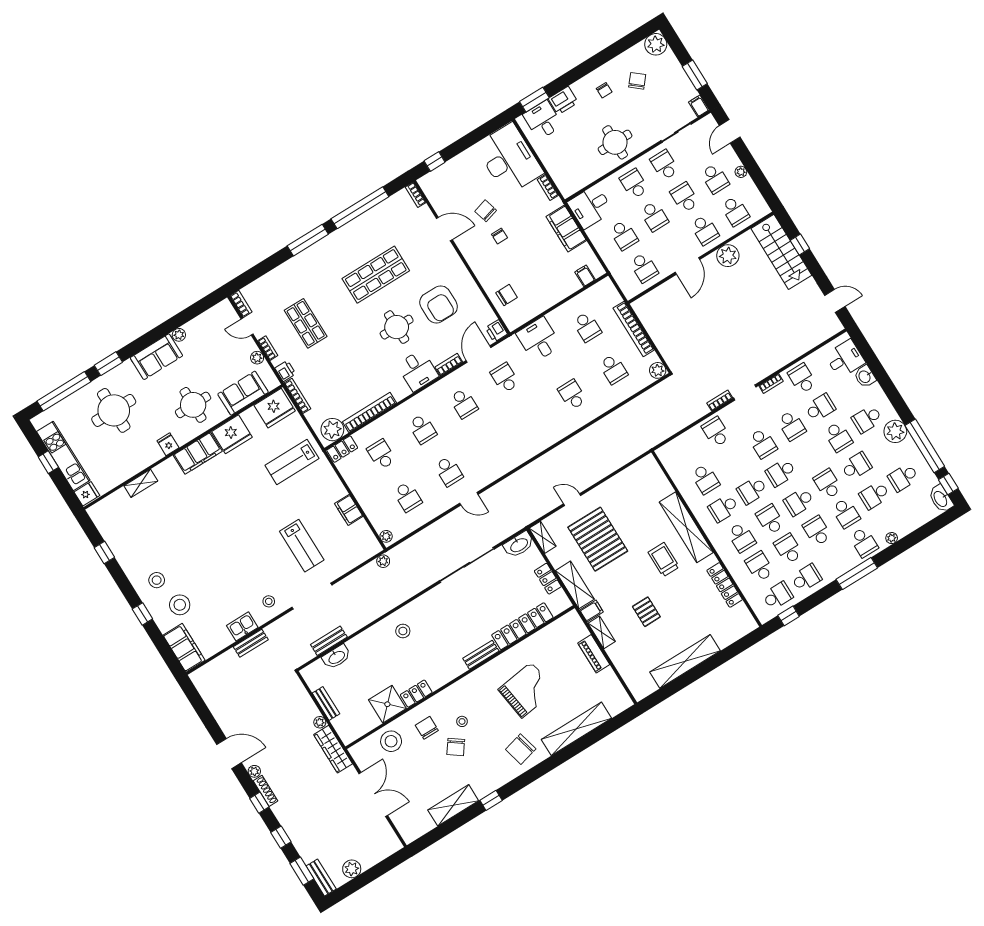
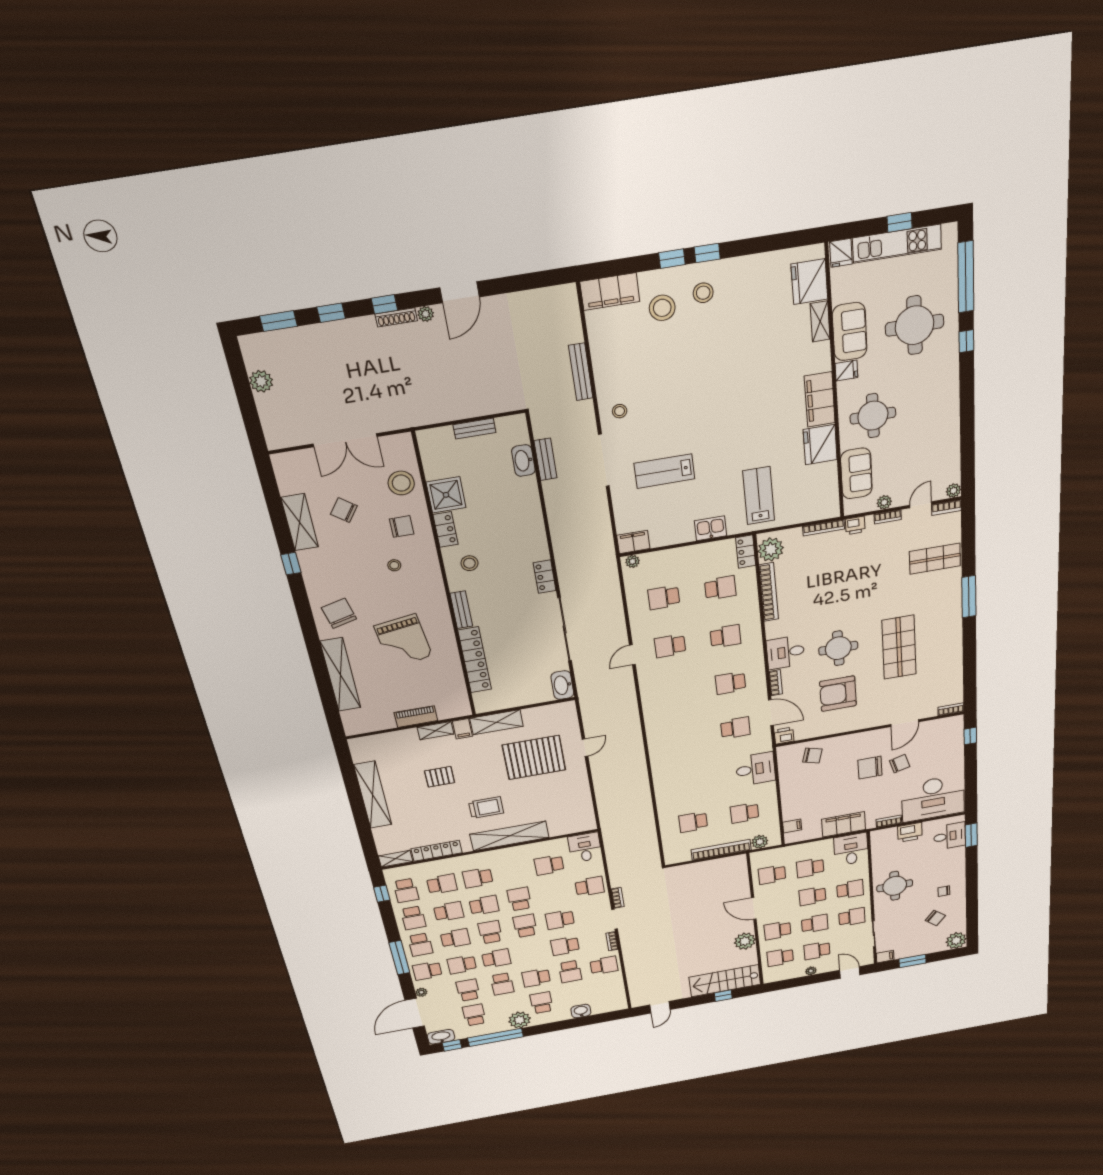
printer: (563, 101) -> (910, 832), moved, turned -90
window: (360, 208) -> (969, 656), removed
chair: (500, 236) -> (870, 768), width x1.87, depth x1.87
chair: (507, 295) -> (812, 756), turned -75
shop shelf: (306, 323) -> (935, 559), moved
plant: (179, 335) -> (953, 491), moved
sofa: (156, 357) -> (850, 332), moved, turned 180
desk: (845, 359) -> (585, 847), moved, turned 180
window: (108, 364) -> (966, 341), width x0.67
plant: (658, 370) -> (760, 842), moved
school desk: (572, 395) -> (688, 780), removed
fridge: (275, 408) -> (809, 282), moved
school desk: (422, 429) -> (725, 636), turned 180
school desk: (723, 508) -> (420, 945), moved, turned 180
filing cabinet: (349, 510) -> (633, 542), moved
door: (919, 535) -> (415, 1013), added
shelving: (542, 537) -> (396, 859), moved
window: (104, 552) -> (707, 253), moved
plant: (383, 561) -> (607, 549), removed
locker: (548, 579) -> (545, 577), moved, turned -90
kitchen sink: (242, 626) -> (710, 528), moved, turned -90
stool: (403, 631) -> (469, 563), moved
bench: (251, 643) -> (581, 372), width x1.36
plant: (320, 722) -> (455, 413), removed
chair: (456, 747) -> (344, 510), moved
wardrobe: (333, 749) -> (417, 416), removed
bench: (321, 878) -> (262, 341), removed

